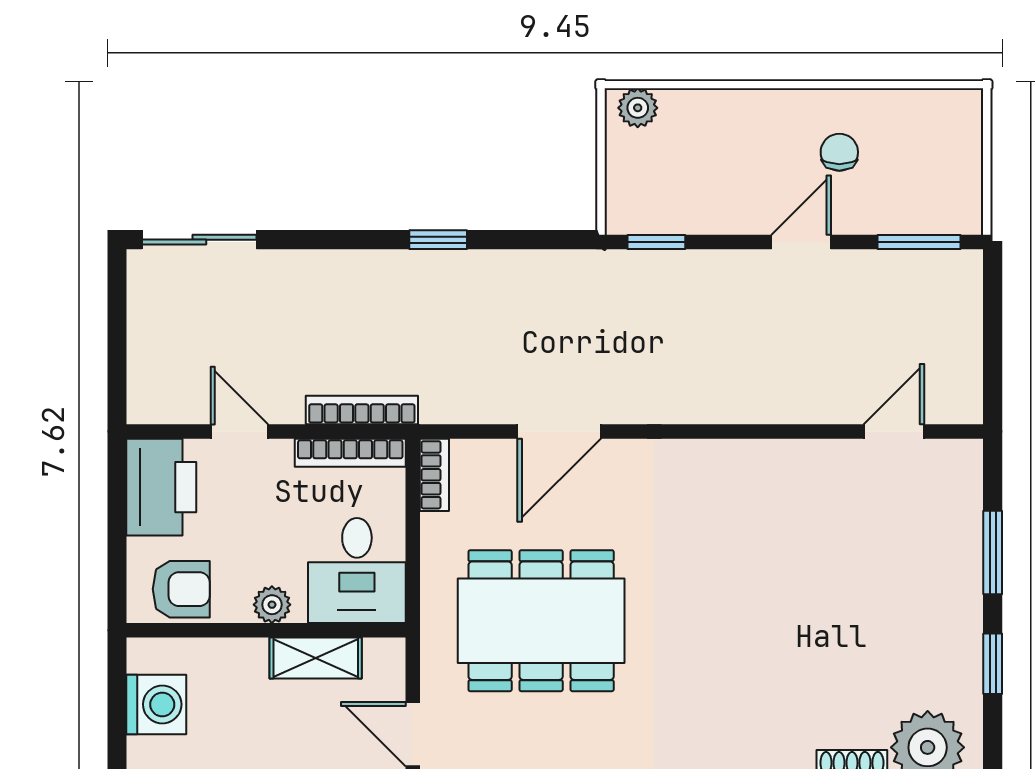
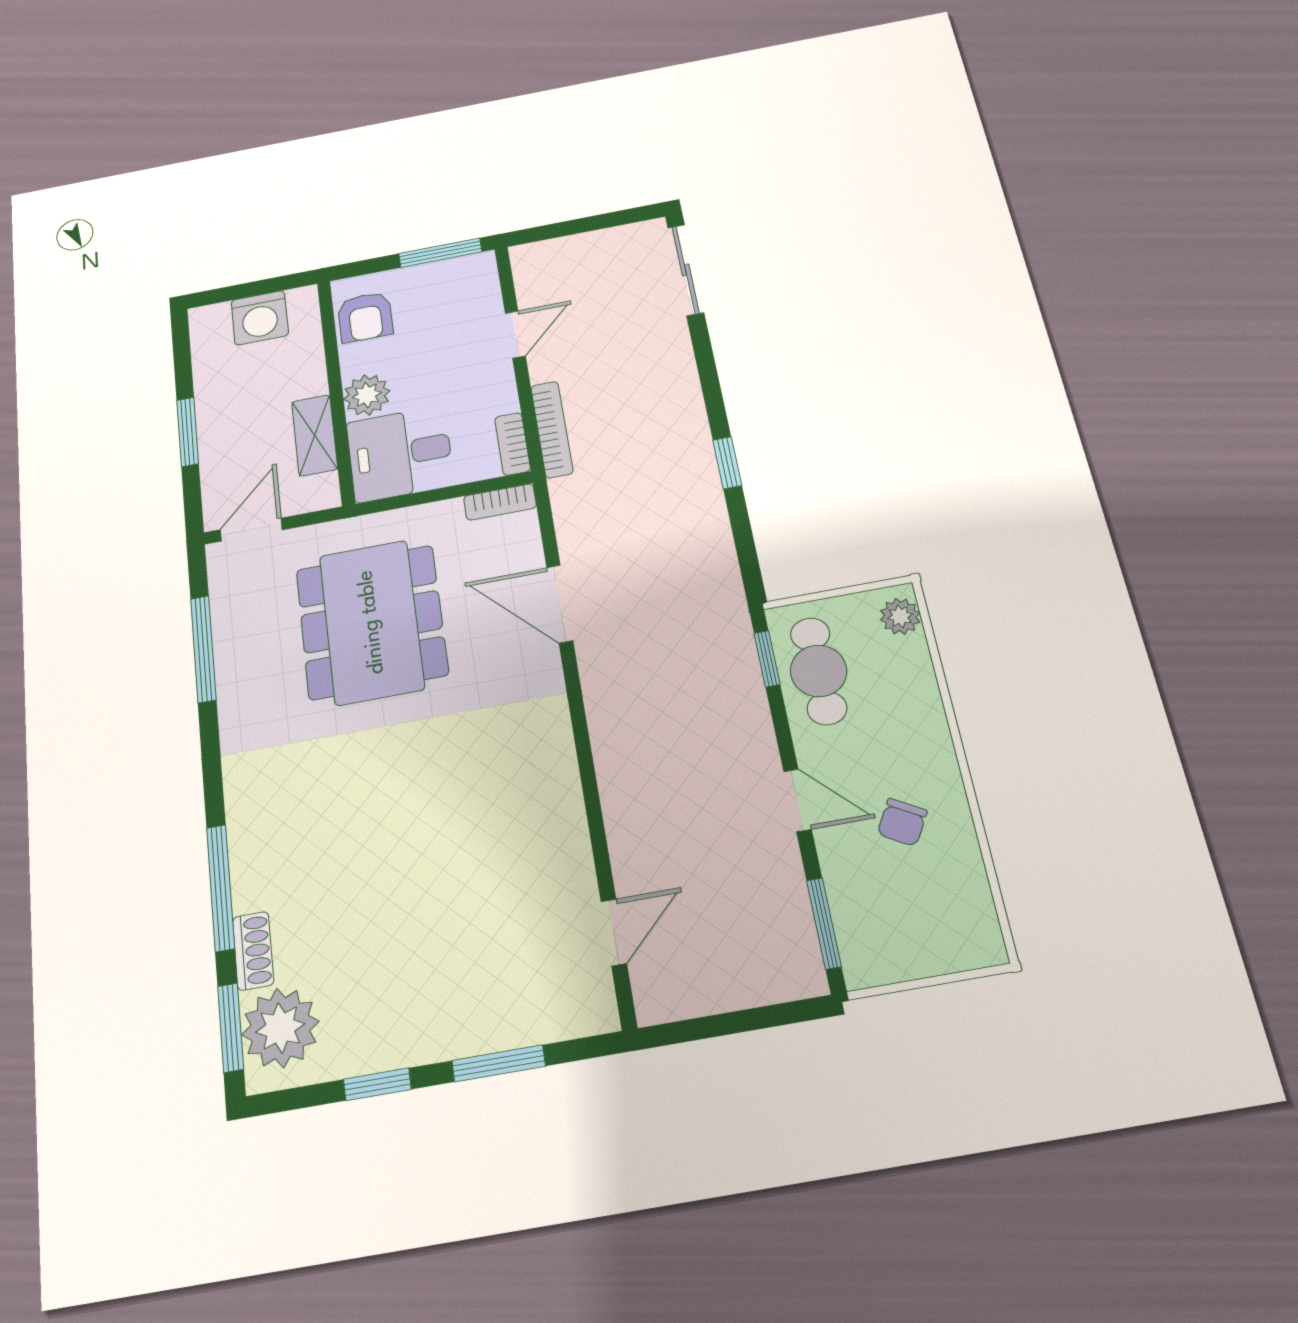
chair: (839, 152) -> (902, 822), turned 120
cafe table: (678, 196) -> (819, 671), added
door: (894, 431) -> (614, 932), hinge flipped
bookcase: (350, 453) -> (513, 444), width x0.64
printer: (161, 487) -> (455, 284), removed
window: (117, 498) -> (440, 253), added
plant: (272, 605) -> (367, 395), width x1.38, depth x1.38

